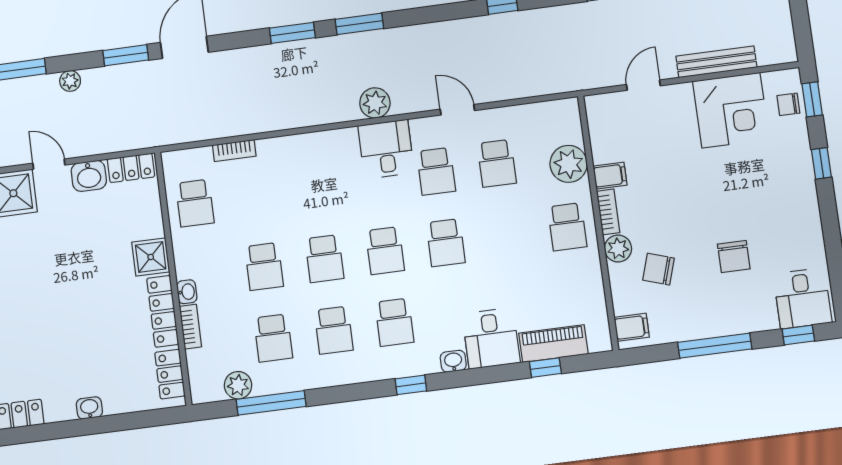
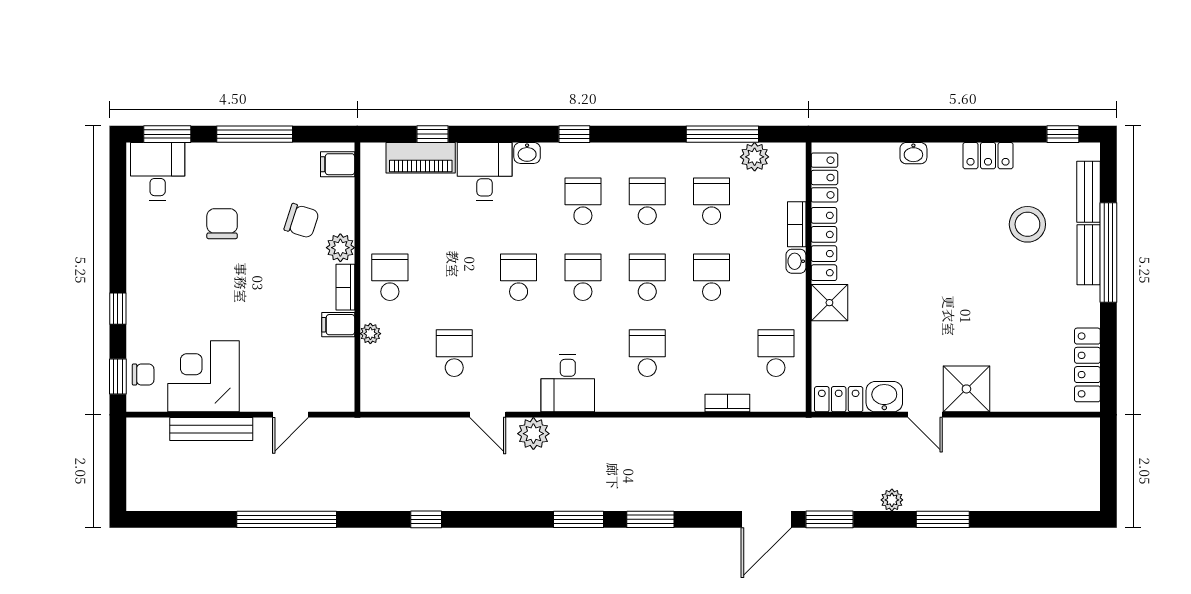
plant: (375, 103) -> (533, 434), moved
plant: (569, 164) -> (370, 334), width x0.53, depth x0.53
school desk: (436, 171) -> (647, 353), moved
window: (798, 335) -> (167, 134), width x1.50

